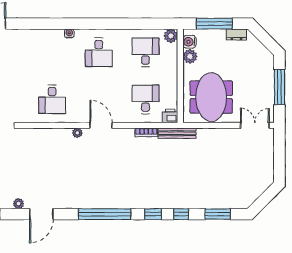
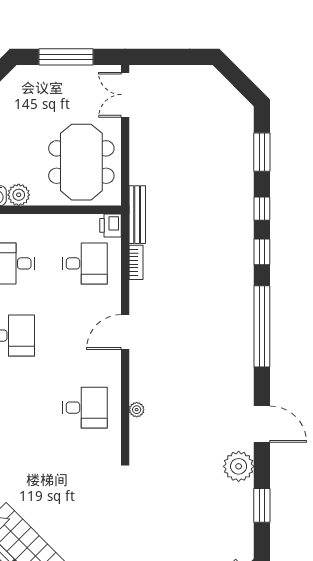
meeting table: (211, 97) -> (81, 162), turned 90
desk: (145, 99) -> (85, 263), turned 180
plant: (77, 133) -> (137, 410), moved
plant: (19, 204) -> (239, 466), width x1.87, depth x1.87

